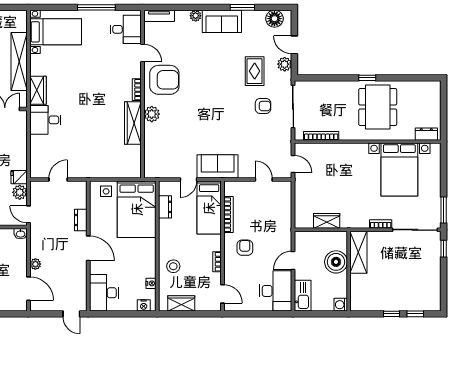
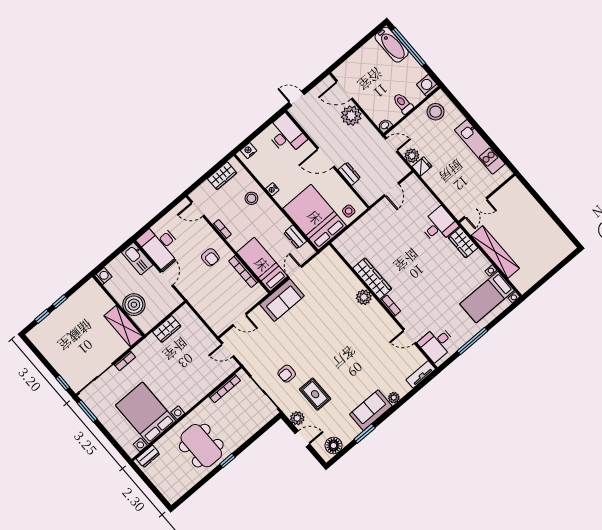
armchair: (164, 80) -> (376, 330), removed
plant: (35, 264) -> (351, 116), width x1.87, depth x1.87
nightstand: (151, 283) -> (272, 189), moved

